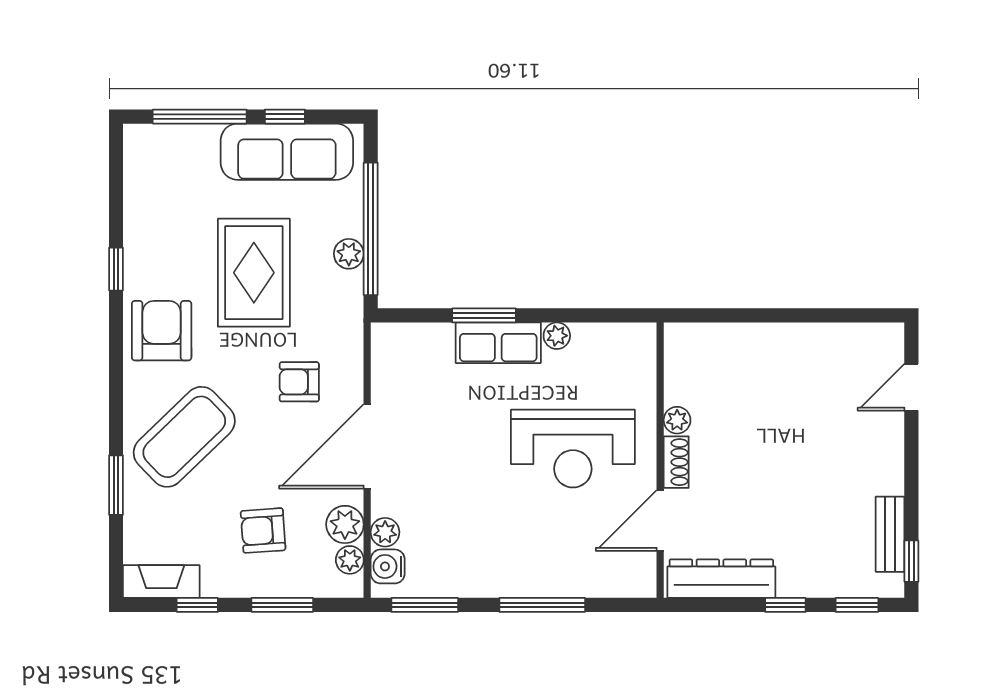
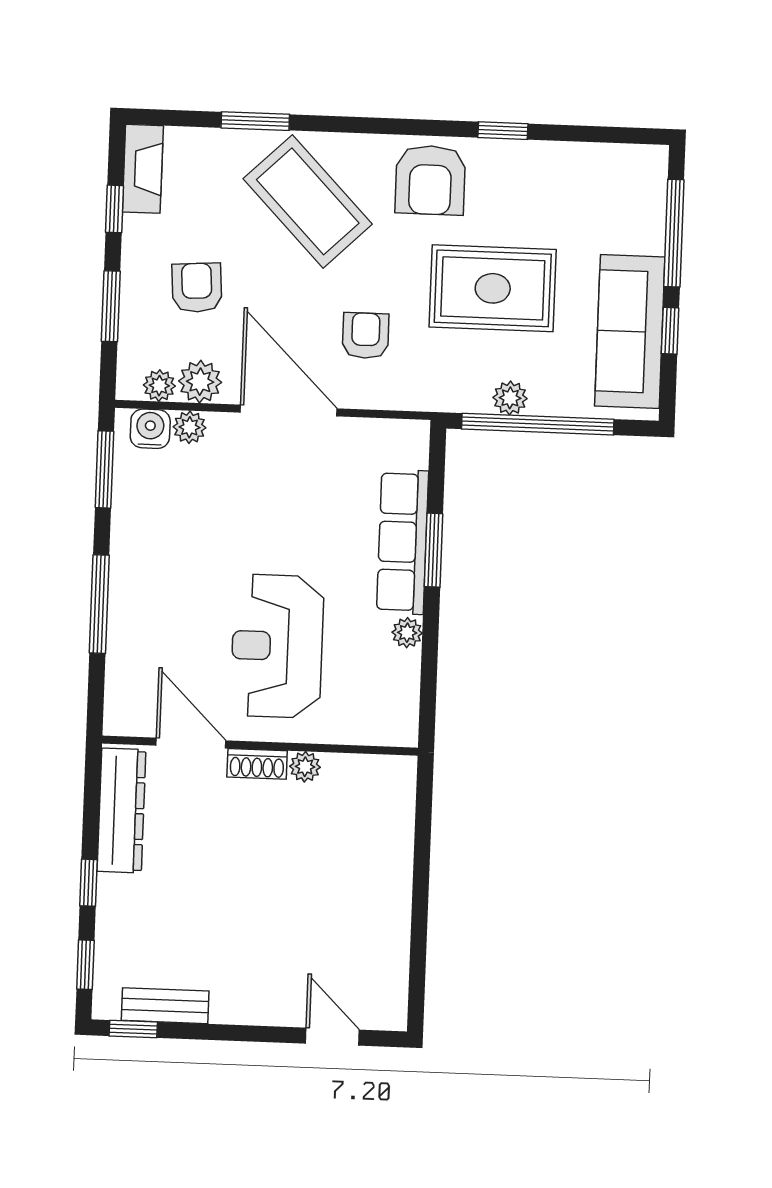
armchair: (162, 331) -> (430, 180), turned 90
row of seats: (498, 343) -> (403, 542), width x1.48

